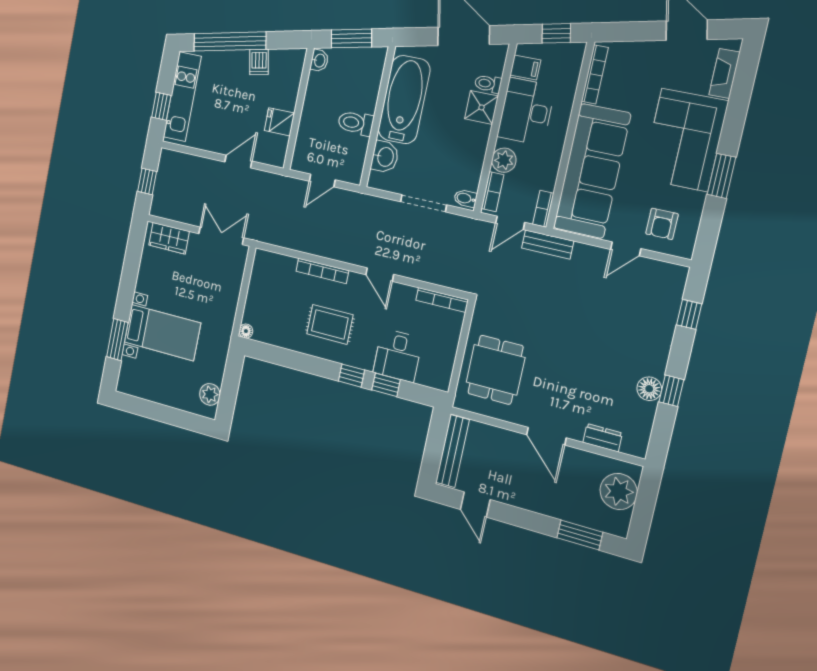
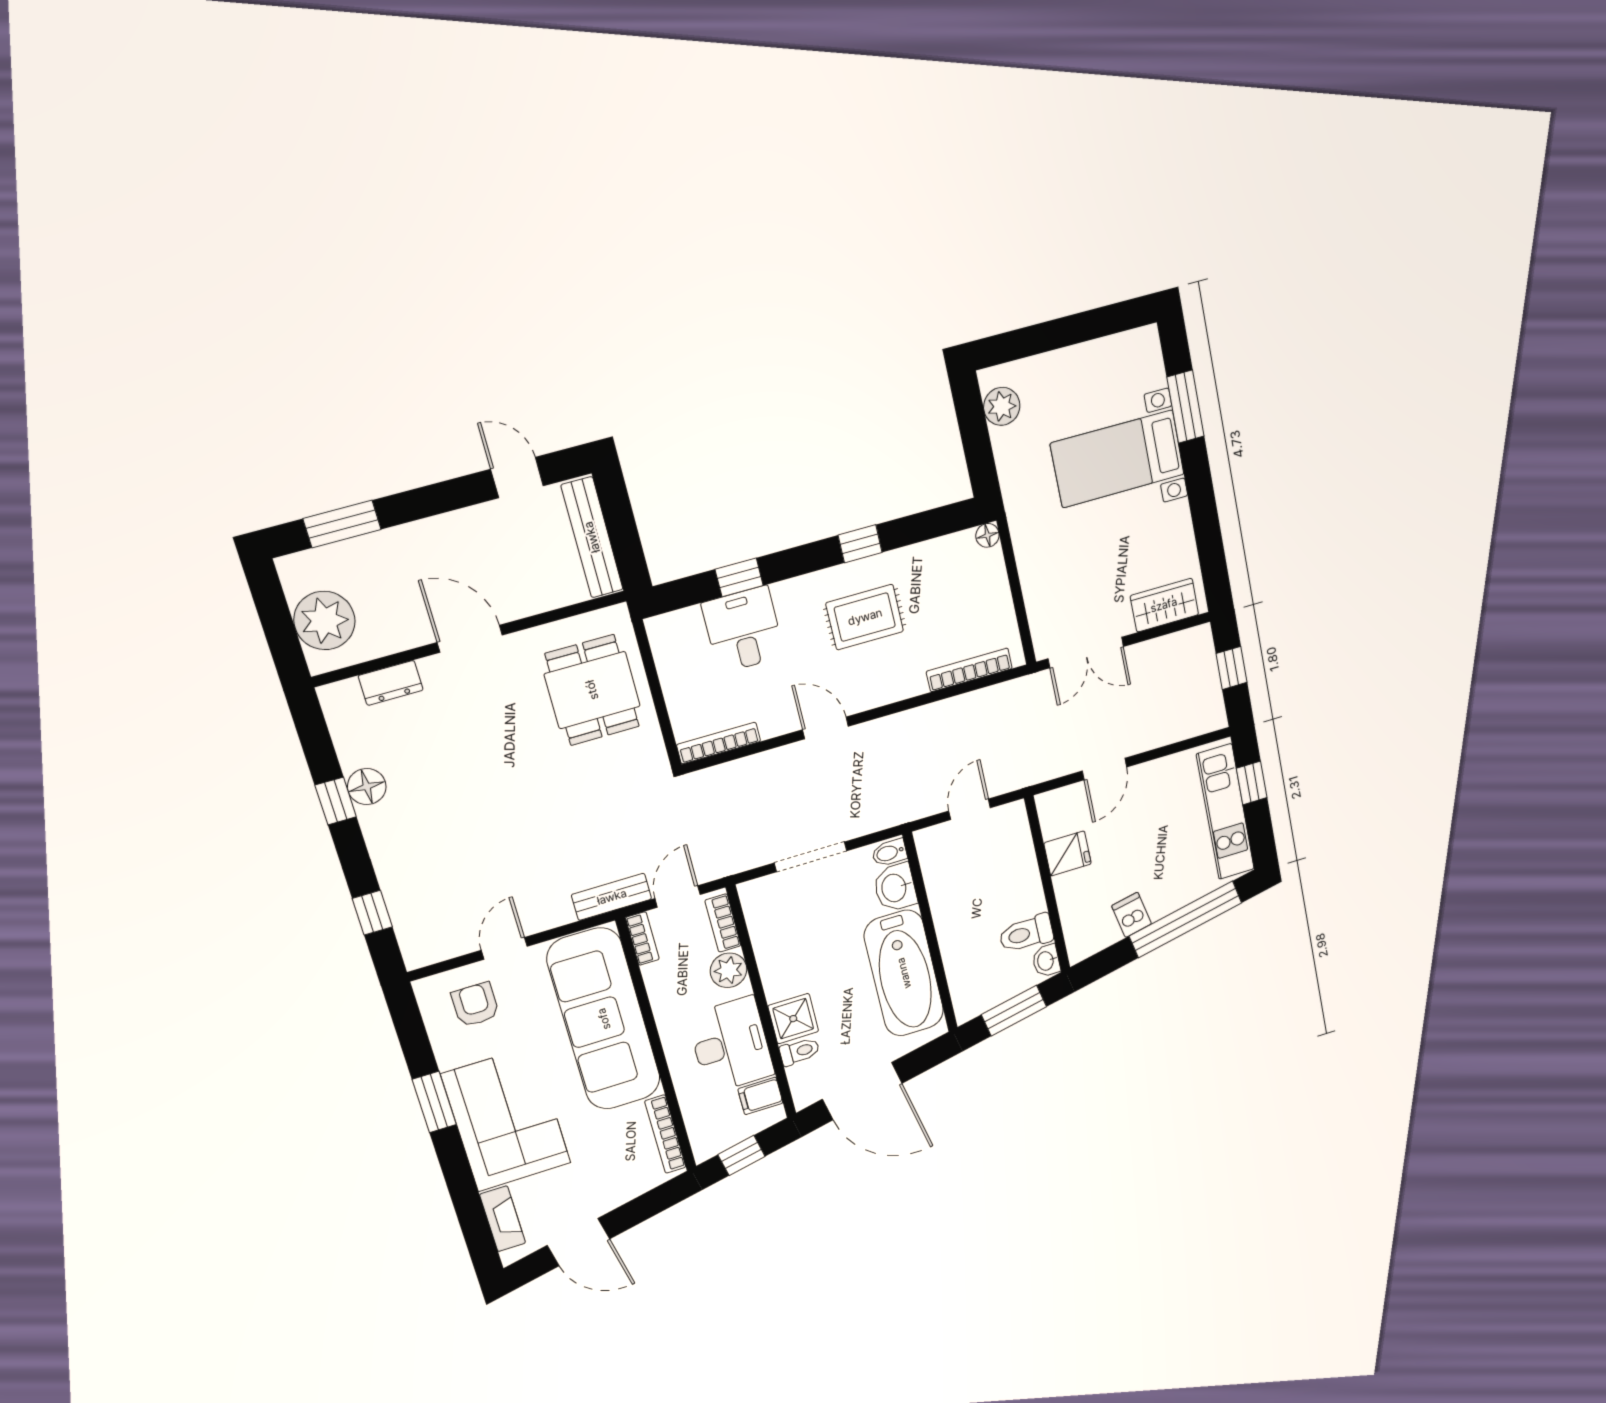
toilet: (356, 123) -> (1026, 933), moved, turned 180
bidet: (465, 198) -> (889, 853), moved, turned 180
bookcase: (322, 271) -> (969, 670), moved
window: (352, 376) -> (860, 544), moved

